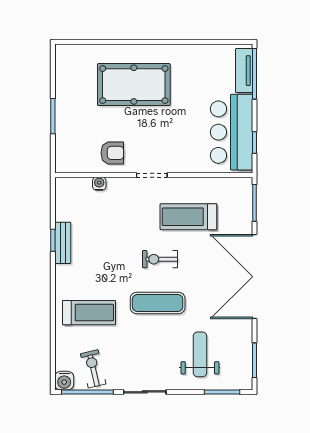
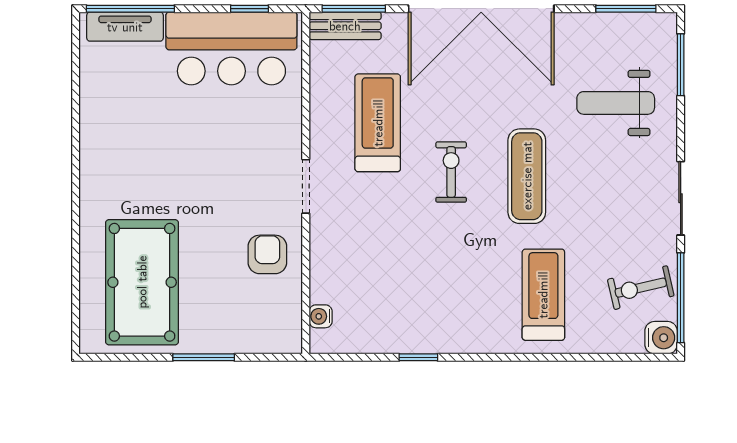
pool table: (134, 85) -> (142, 282), moved
water cooler: (99, 184) -> (321, 316), moved
treadmill: (188, 217) -> (378, 123), turned 180
bench: (63, 243) -> (345, 26), moved
exercise bike: (160, 259) -> (451, 172), turned 180

